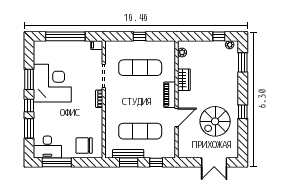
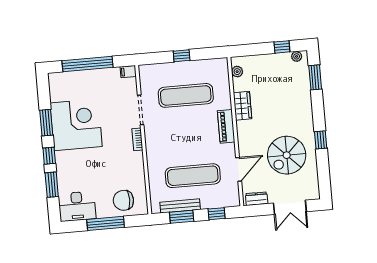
door: (176, 117) -> (239, 169), moved
dresser: (189, 153) -> (257, 199), added
window: (57, 162) -> (106, 223), moved

